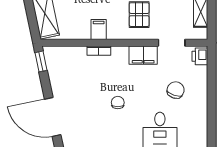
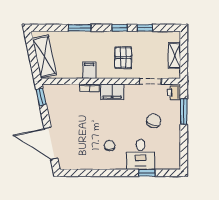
filing cabinet: (143, 55) -> (112, 92), moved
window: (212, 79) -> (184, 112), added
chair: (118, 103) -> (110, 146), moved

